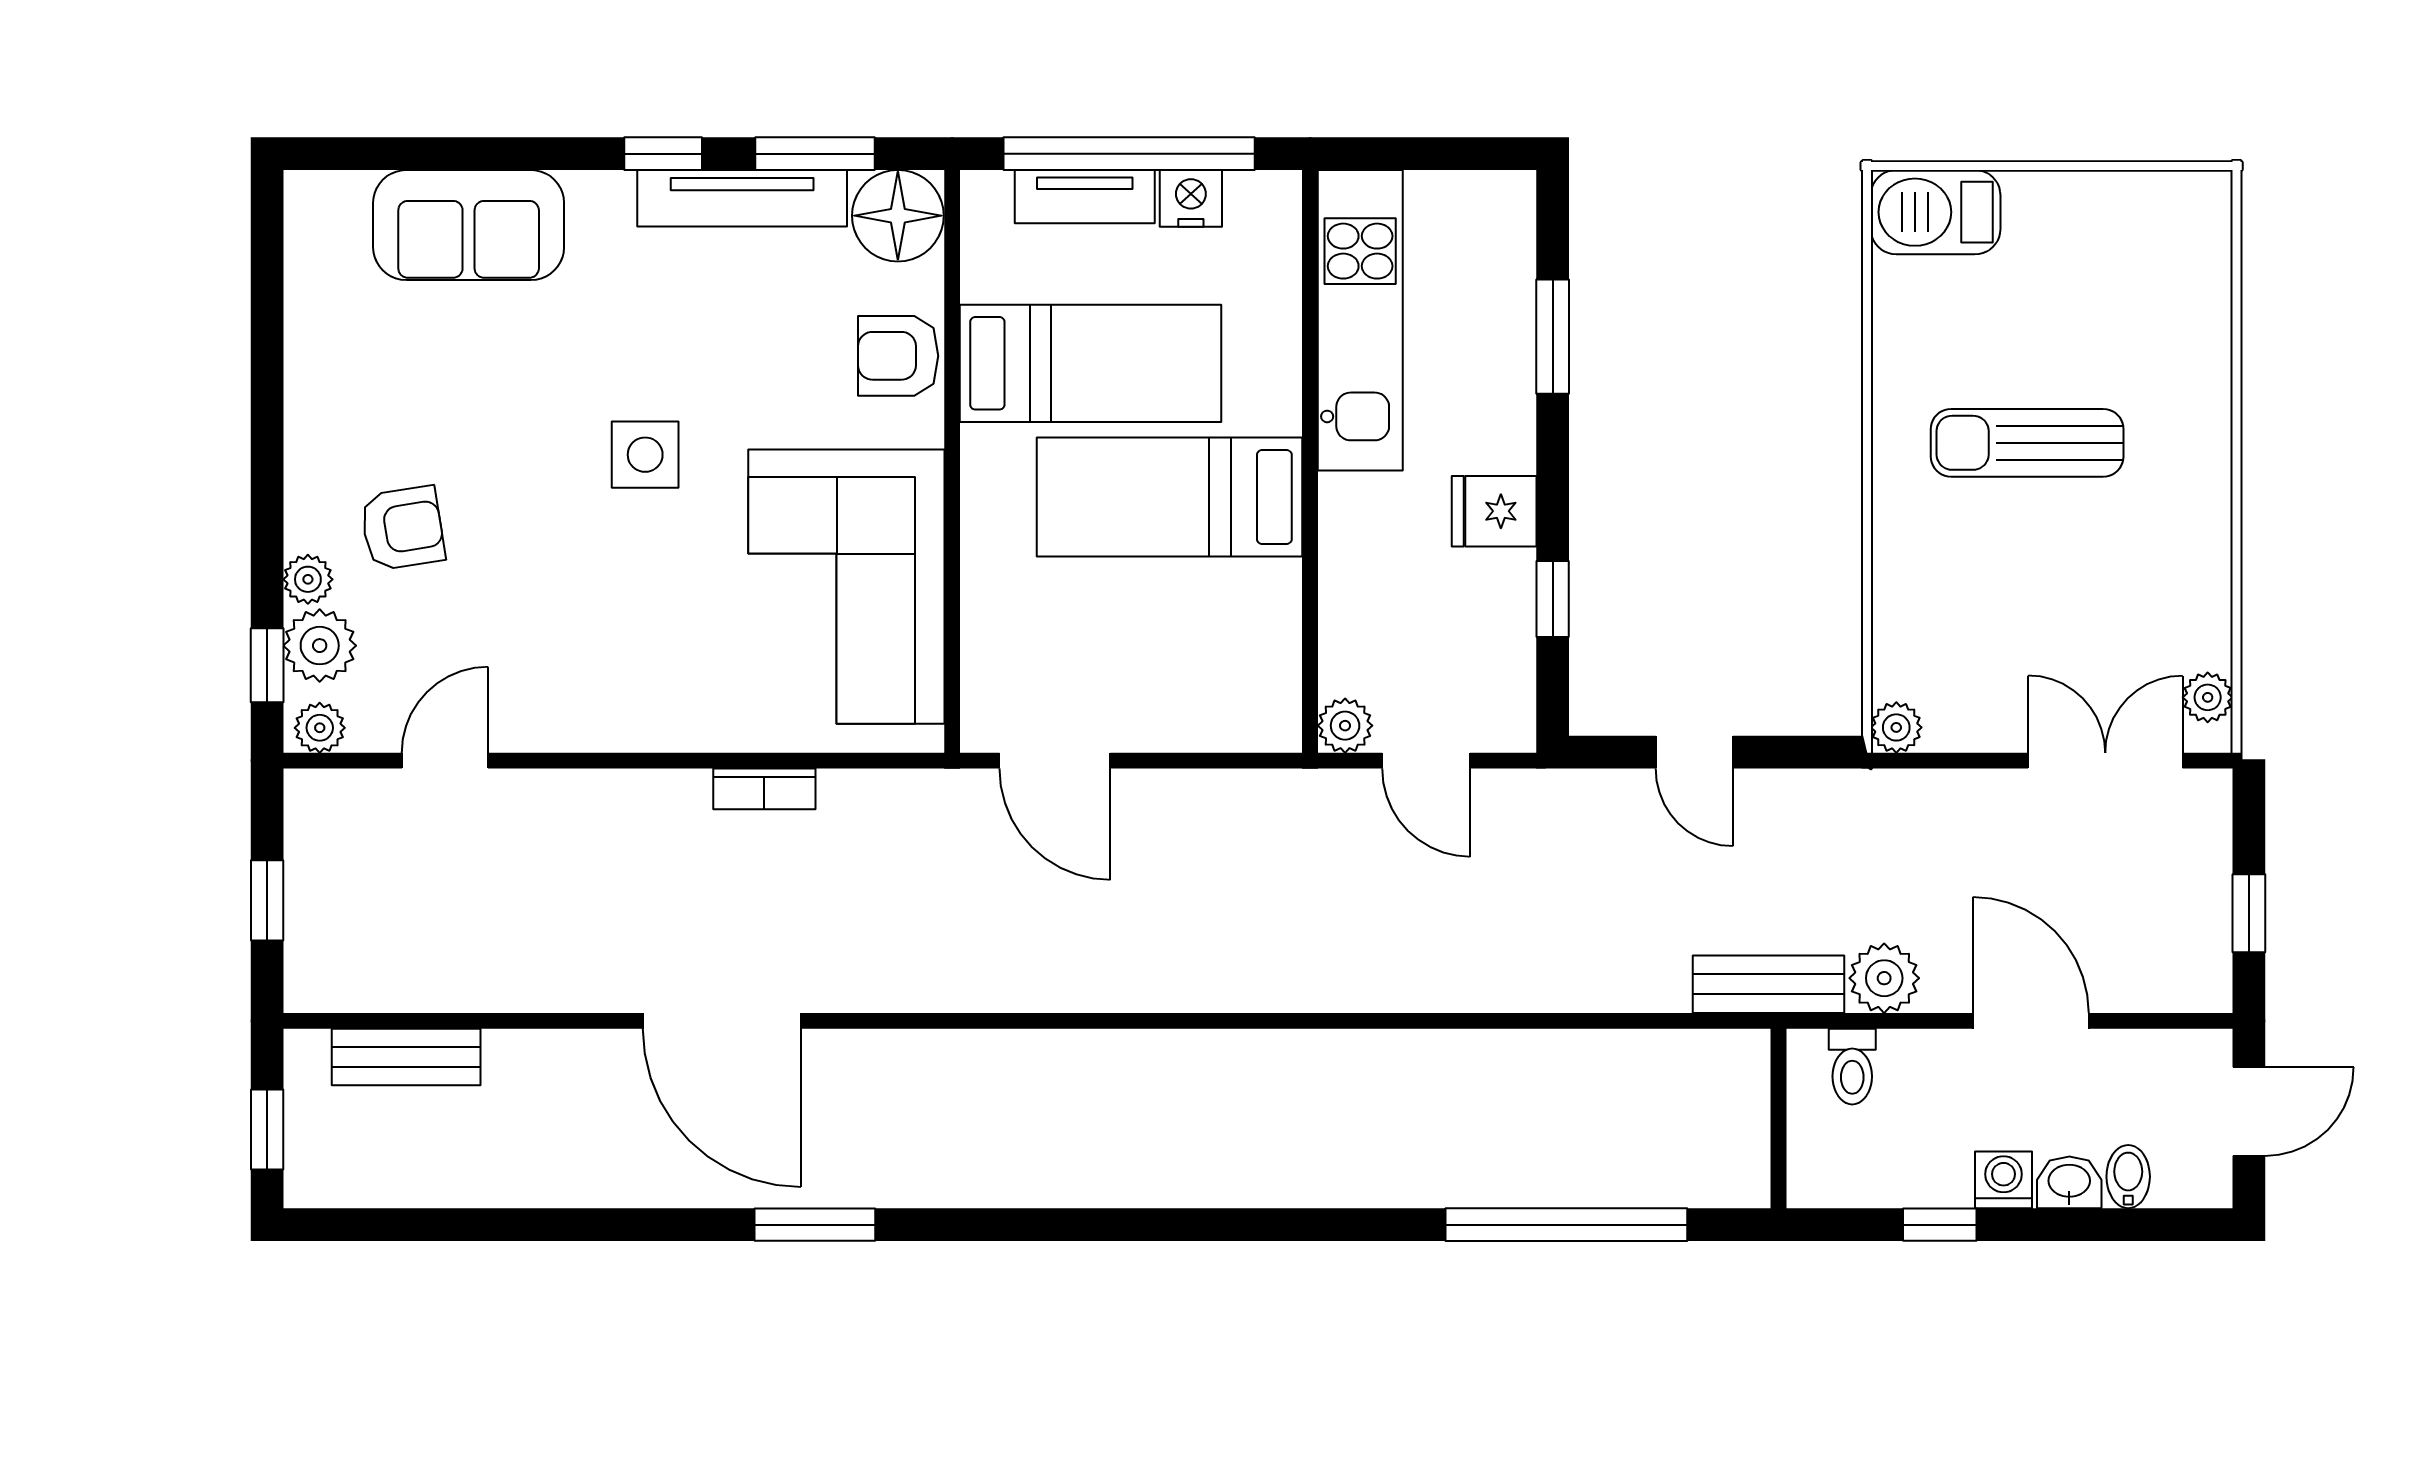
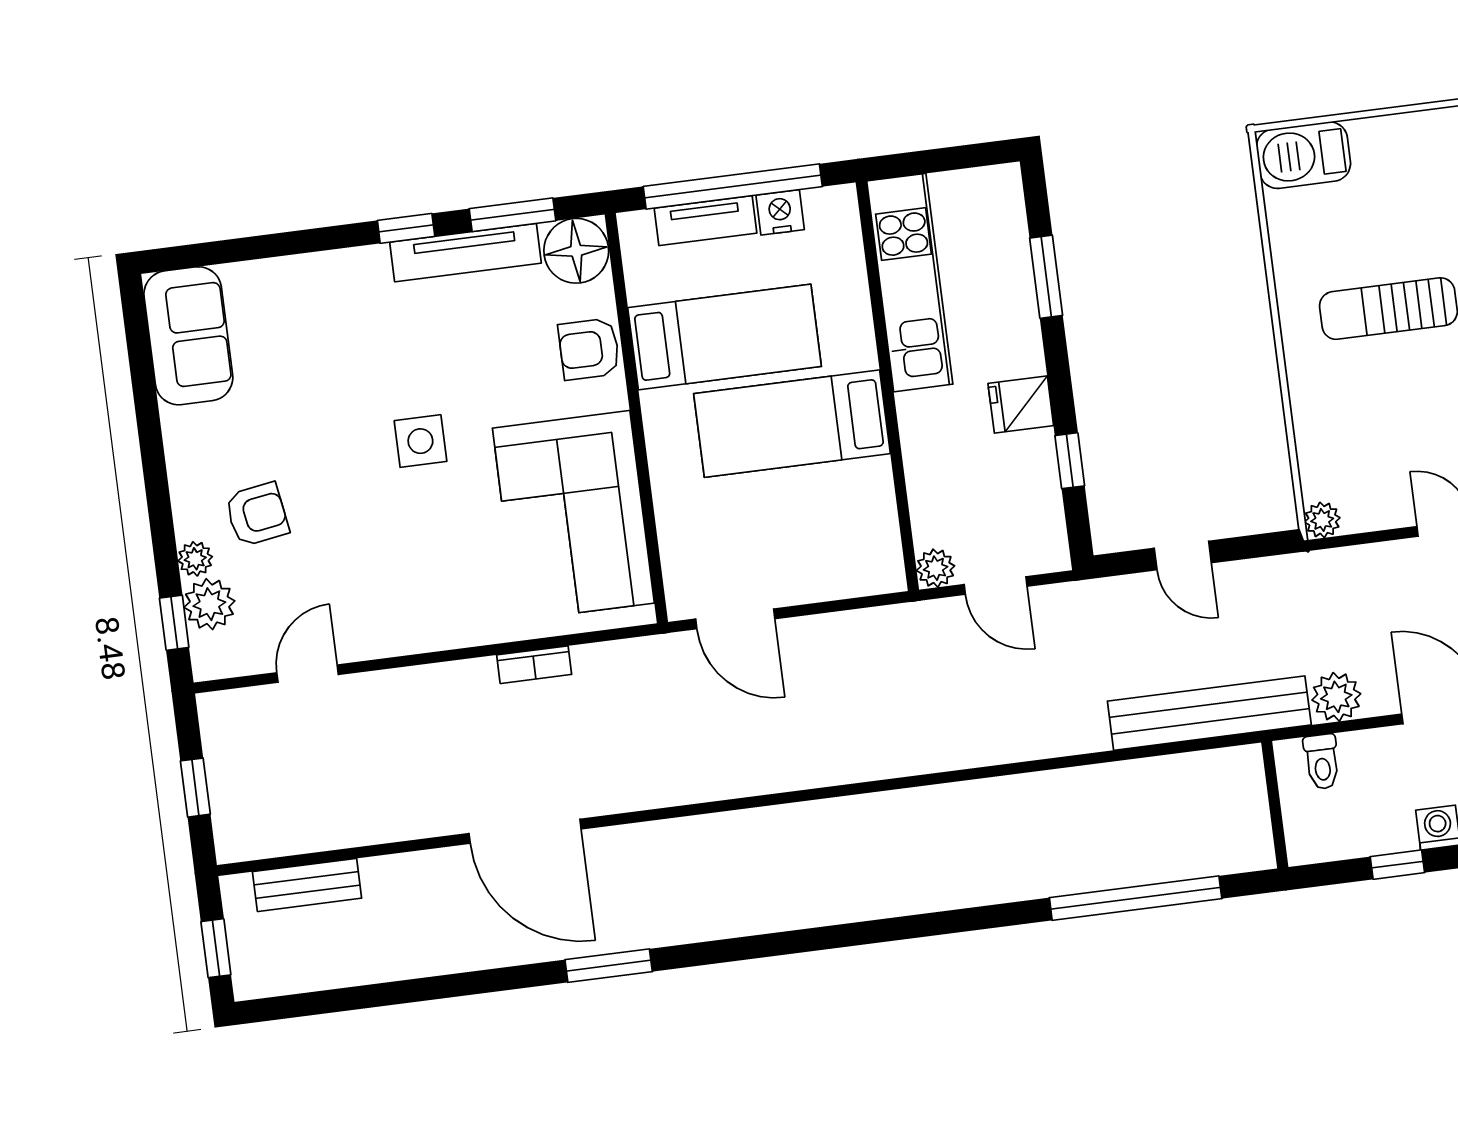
sofa: (469, 225) -> (188, 336), moved, turned -90
plant: (320, 728) -> (217, 662), removed
bench: (1768, 984) -> (1209, 713), width x1.86, depth x1.21

